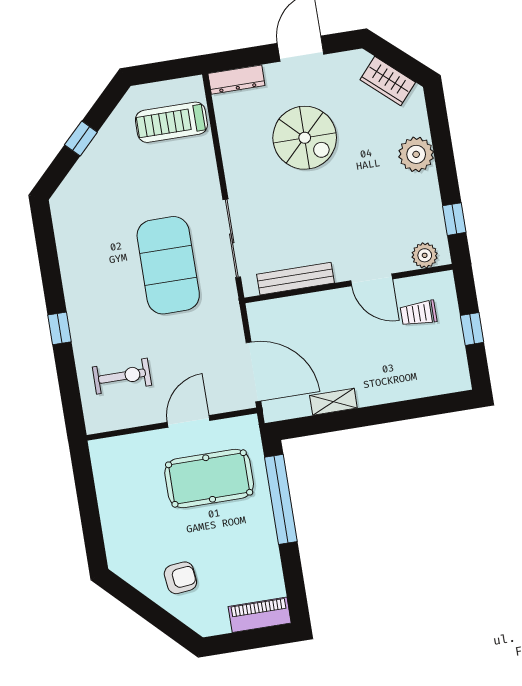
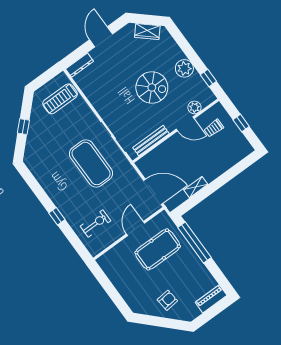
spiral stairs: (305, 138) -> (152, 87), moved
plant: (416, 154) -> (184, 68), moved
plant: (425, 255) -> (194, 107), moved

